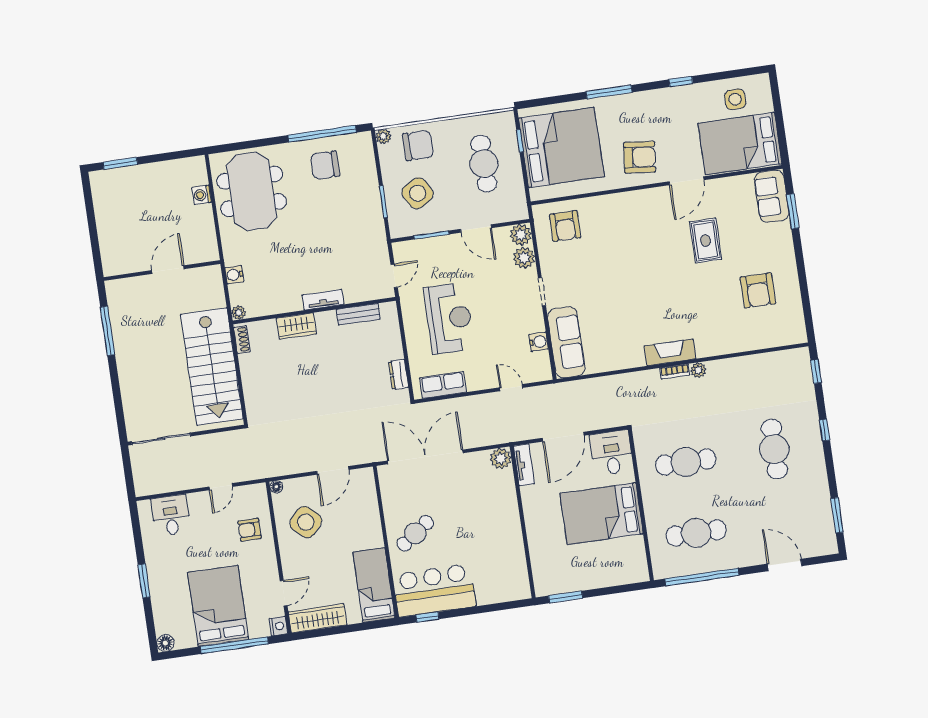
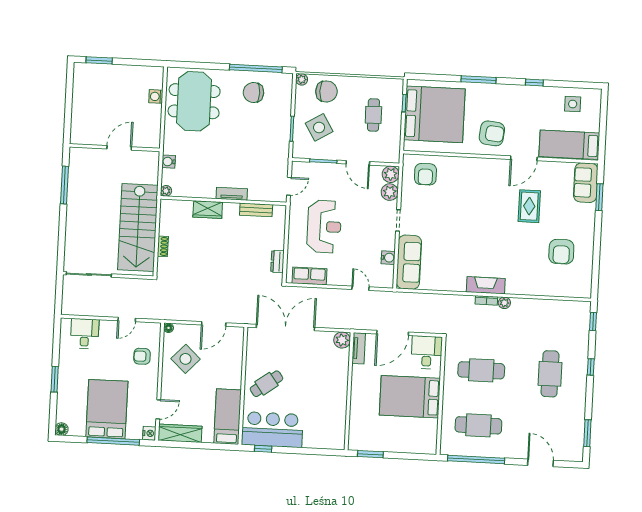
bed: (740, 144) -> (569, 145), width x0.67
cafe table: (484, 164) -> (373, 115), width x0.73, depth x0.74
shoe rack: (242, 340) -> (163, 246), moved

